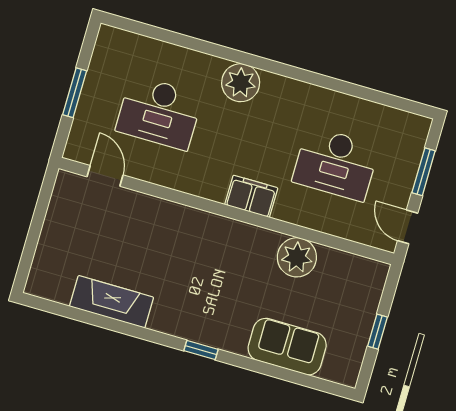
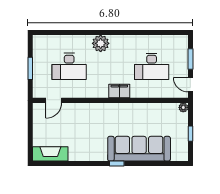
door: (105, 176) -> (54, 100), swing flipped
plant: (297, 257) -> (183, 107), moved, width x0.53, depth x0.53
fireplace: (112, 302) -> (50, 154), moved
sofa: (287, 347) -> (139, 149), width x1.85, depth x1.27

